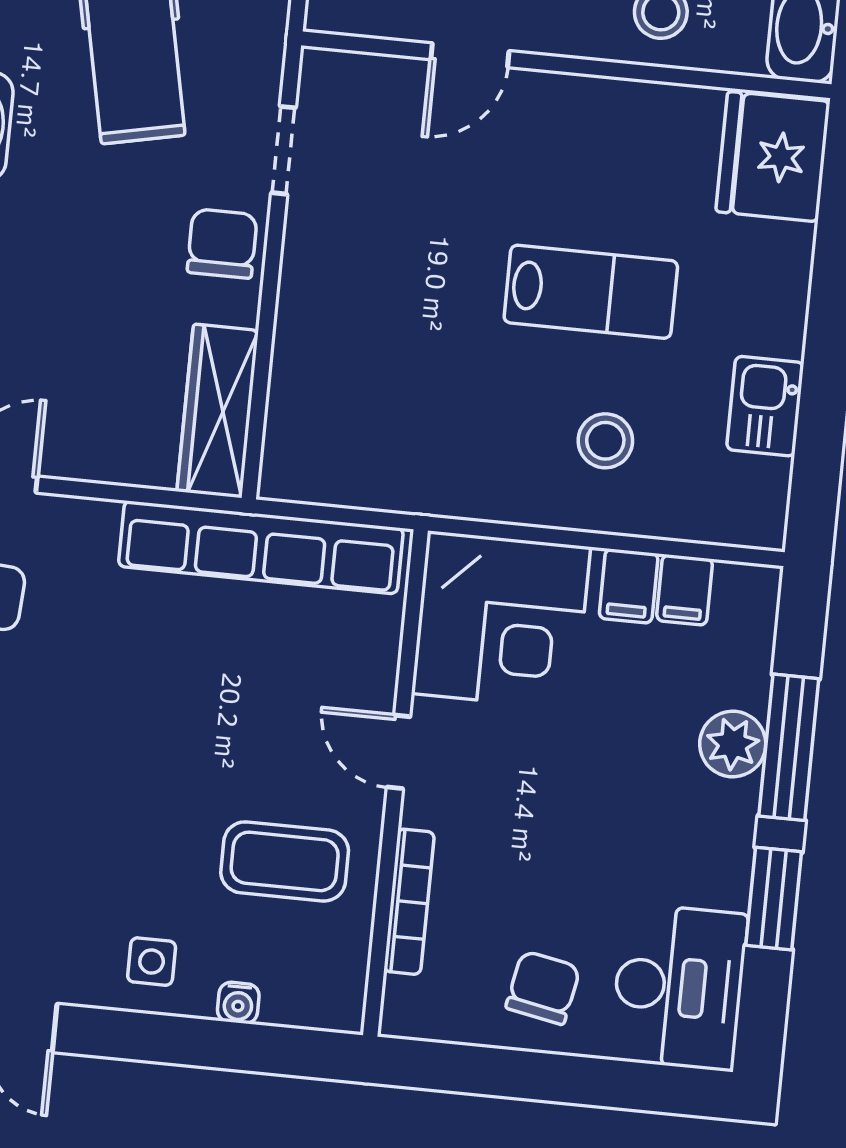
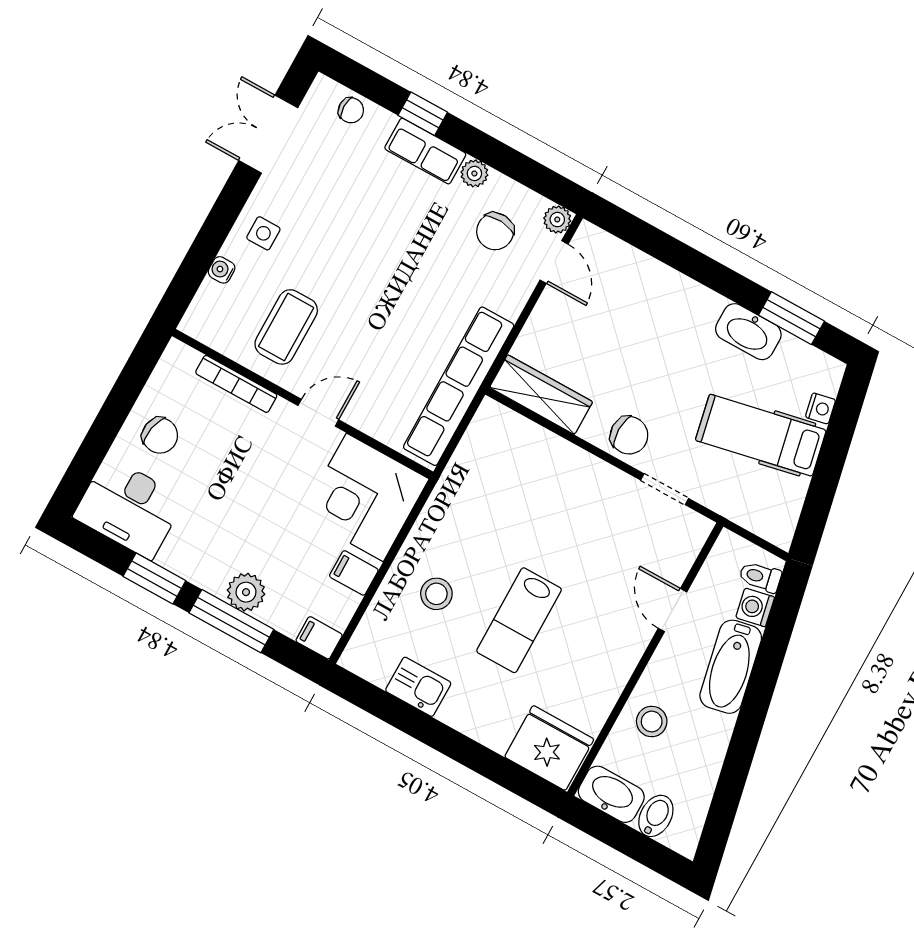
filing cabinet: (685, 590) -> (319, 638), moved

